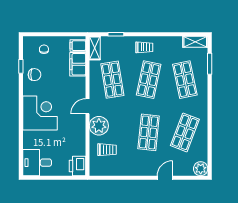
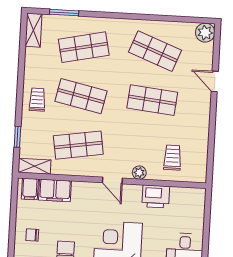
plant: (99, 126) -> (139, 173), width x0.53, depth x0.53
printer: (78, 166) -> (156, 196), moved

